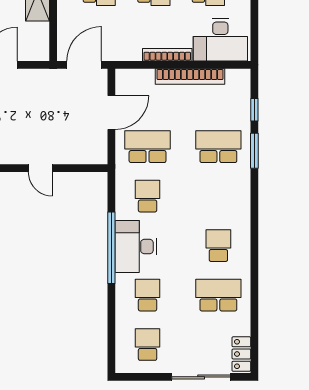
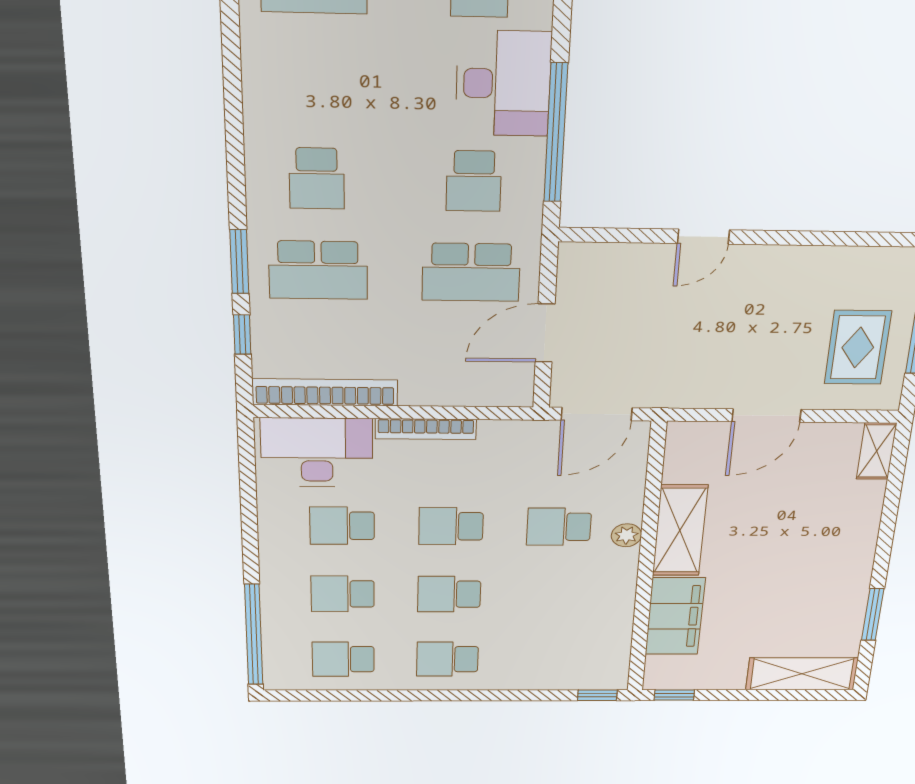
bookcase: (190, 76) -> (325, 392), moved
door: (40, 168) -> (703, 237), swing flipped
school desk: (218, 246) -> (317, 178), moved
window: (111, 248) -> (556, 133), moved

